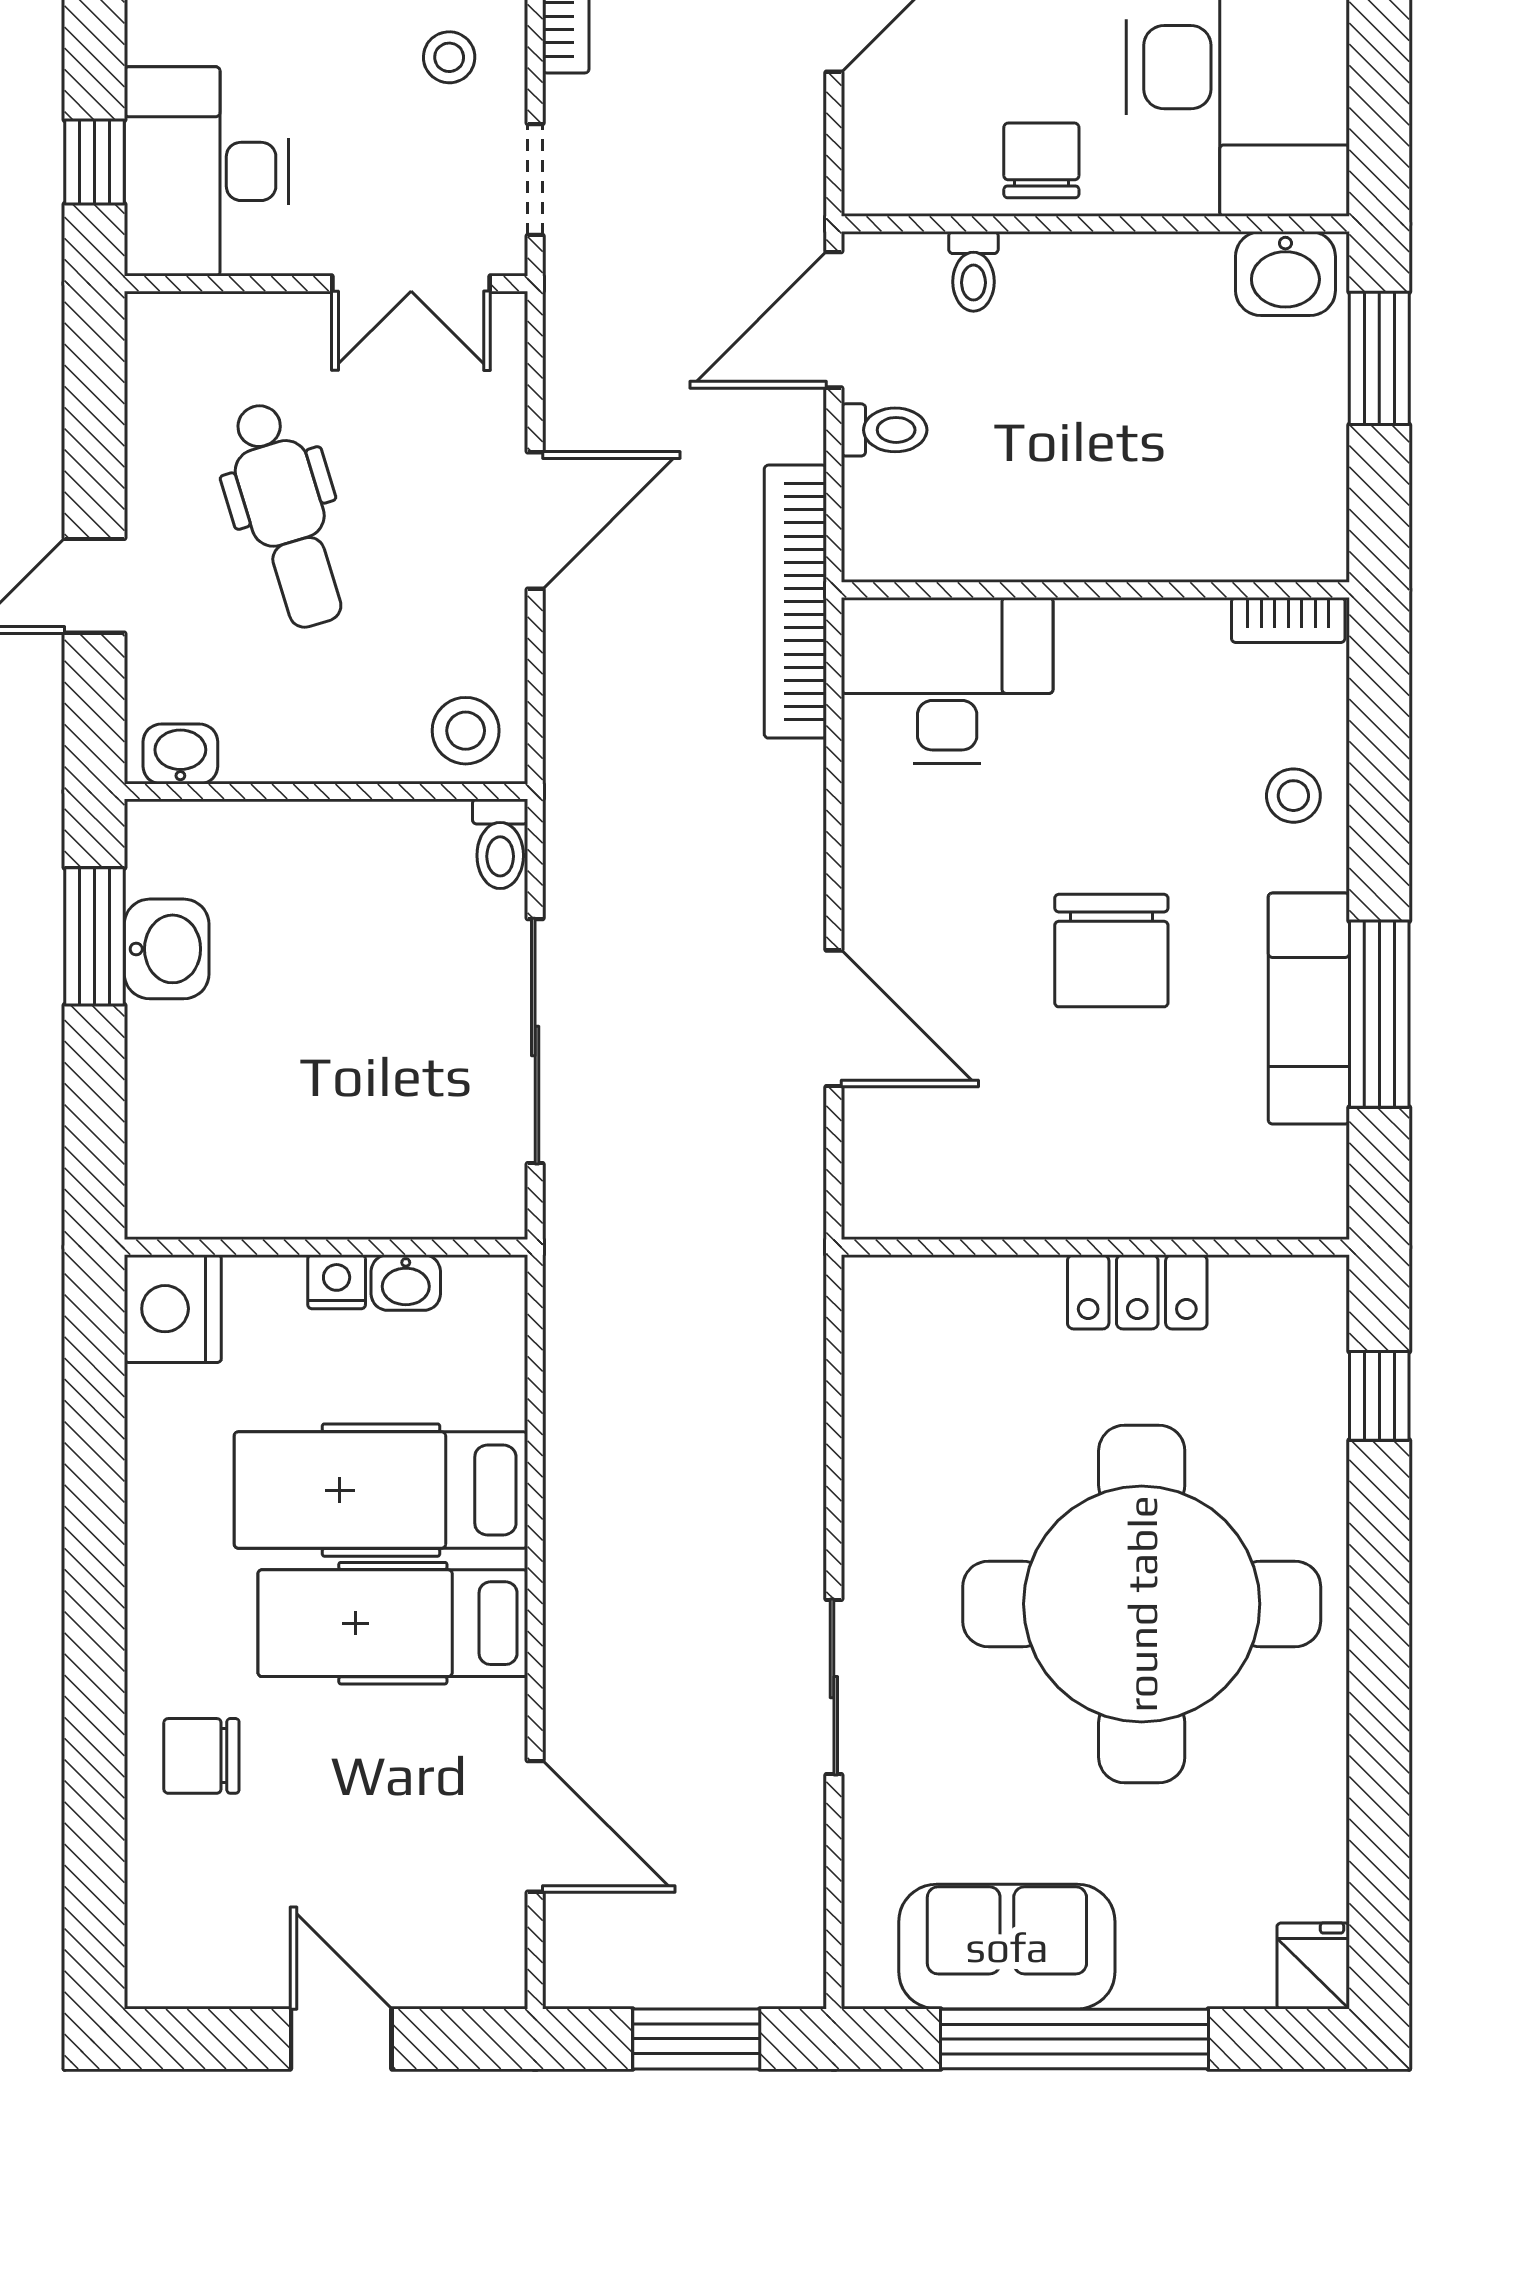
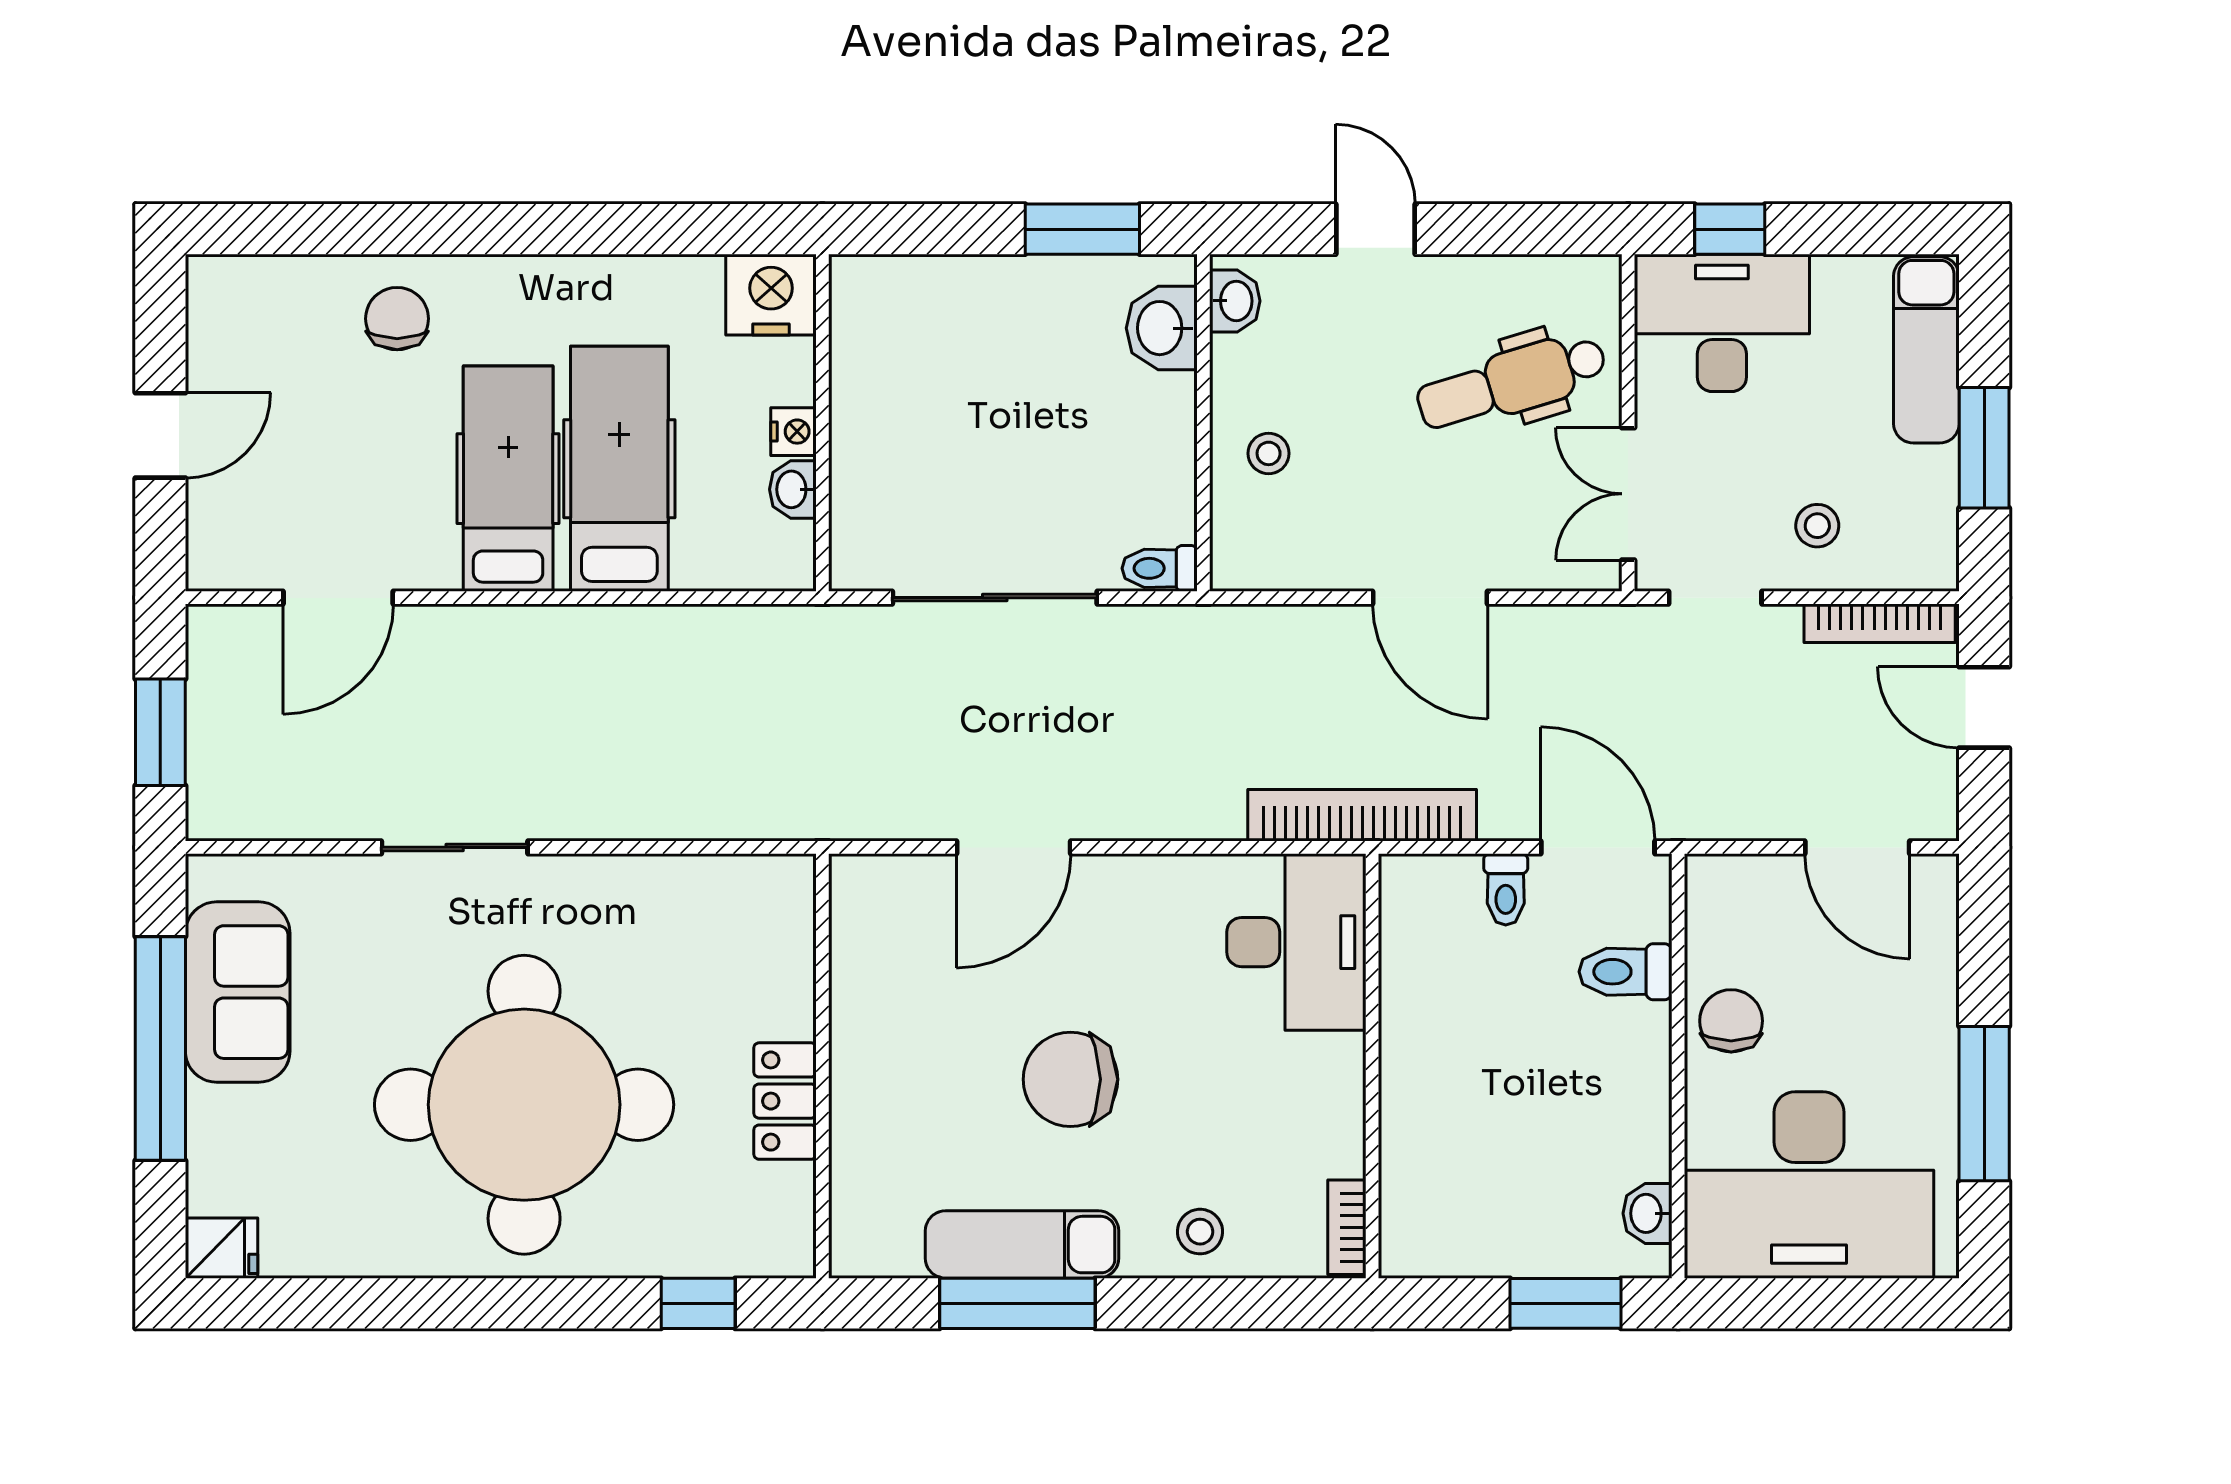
chair: (1041, 160) -> (1731, 1021), turned -90
toilet: (973, 271) -> (1625, 972), width x1.37, depth x1.39
washbasin: (1285, 273) -> (1647, 1213), width x0.72, depth x0.69
dental chair: (286, 515) -> (1512, 382), moved
stool: (466, 731) -> (1269, 453), moved, width x0.73, depth x0.73
washbasin: (167, 949) -> (1162, 328), moved, turned 90

